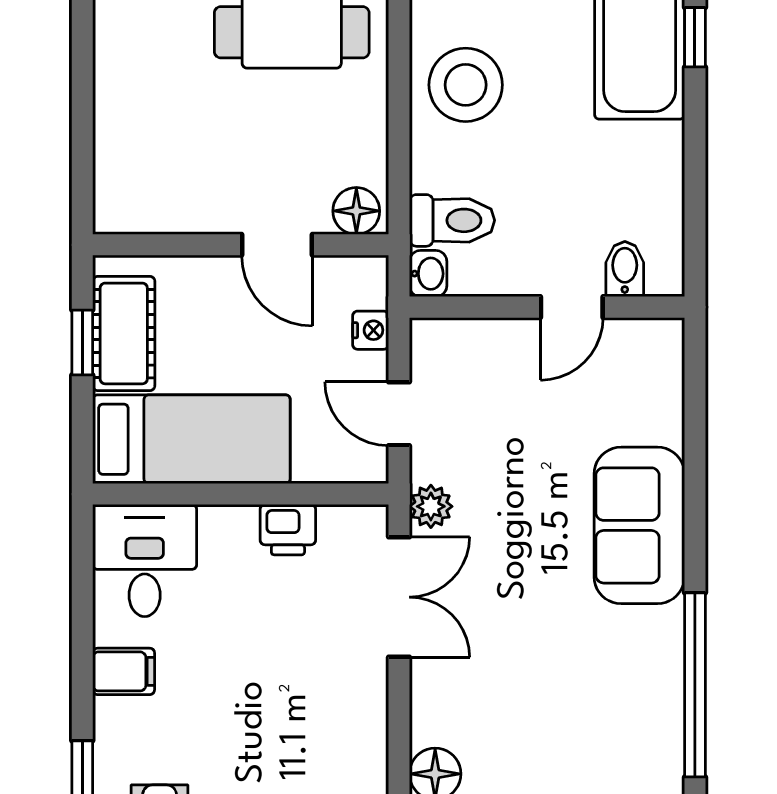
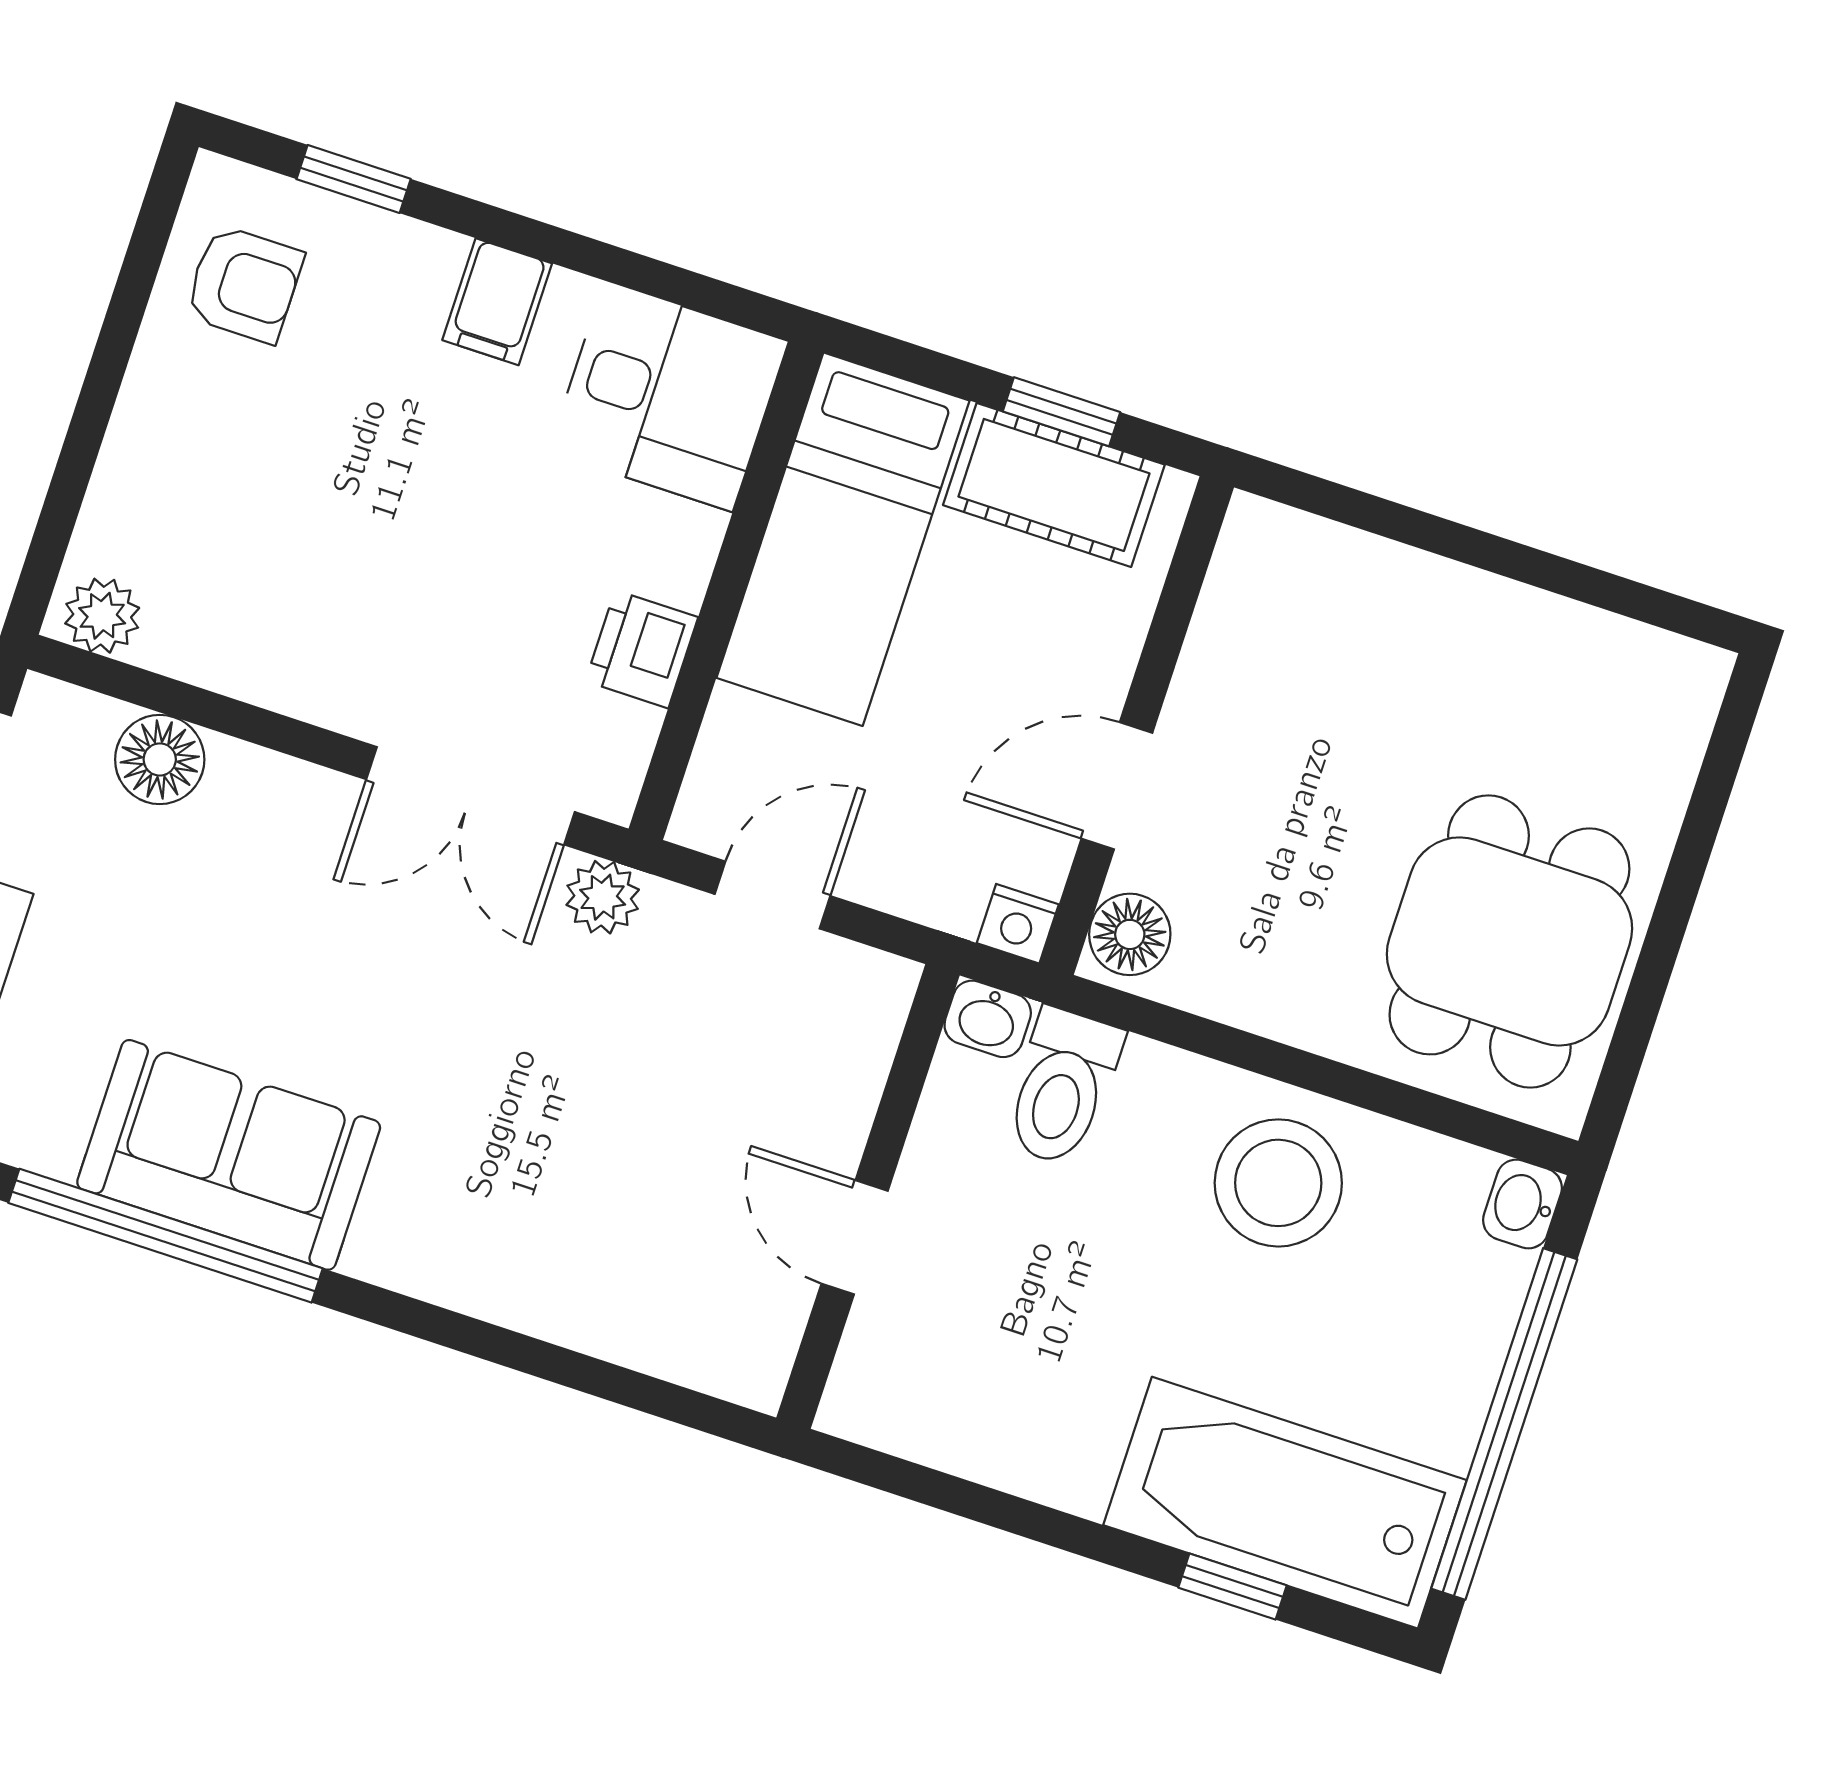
bidet: (625, 269) -> (889, 1345), removed
nightstand: (371, 330) -> (1018, 924), moved
sofa: (639, 525) -> (229, 1155), moved

